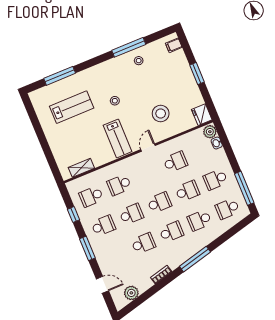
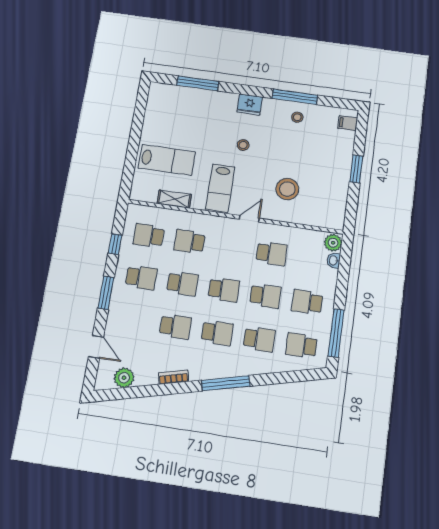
lab bench: (72, 107) -> (167, 160), moved
fridge: (202, 115) -> (250, 104), moved, turned -90
shelving: (81, 168) -> (174, 199), moved
school desk: (199, 220) -> (259, 339), turned 180

